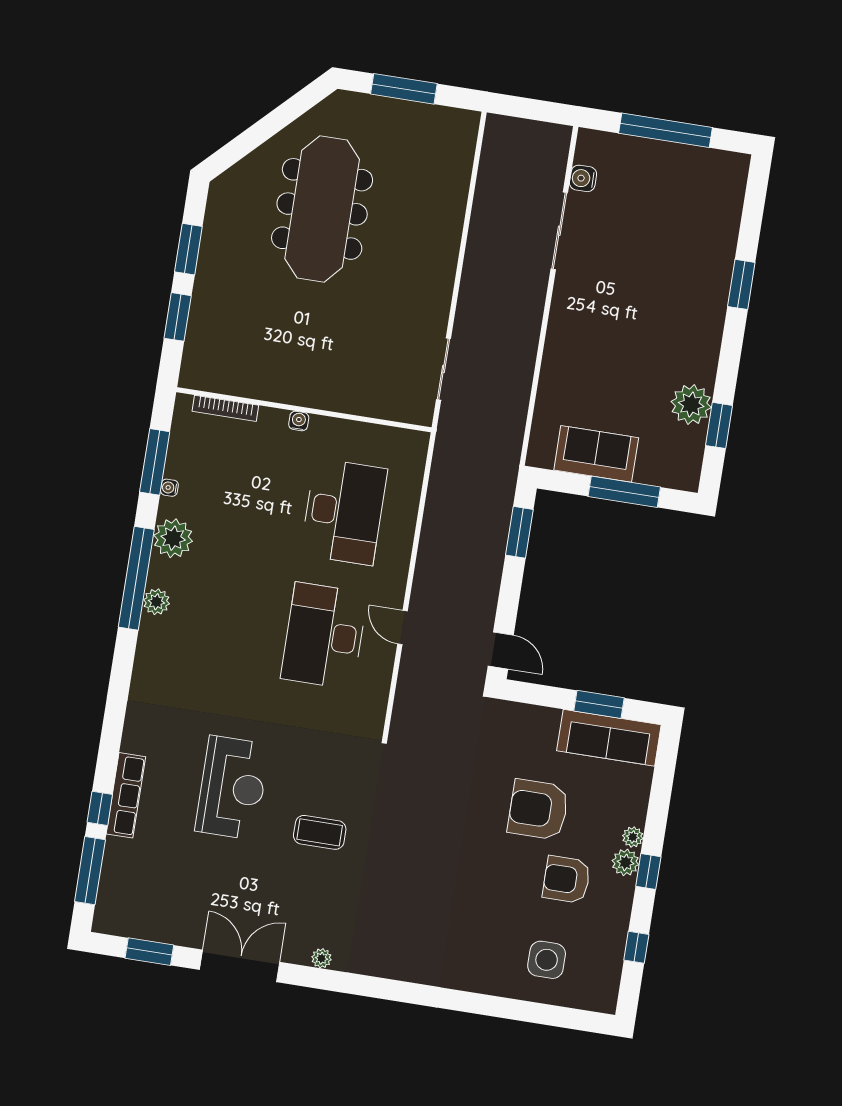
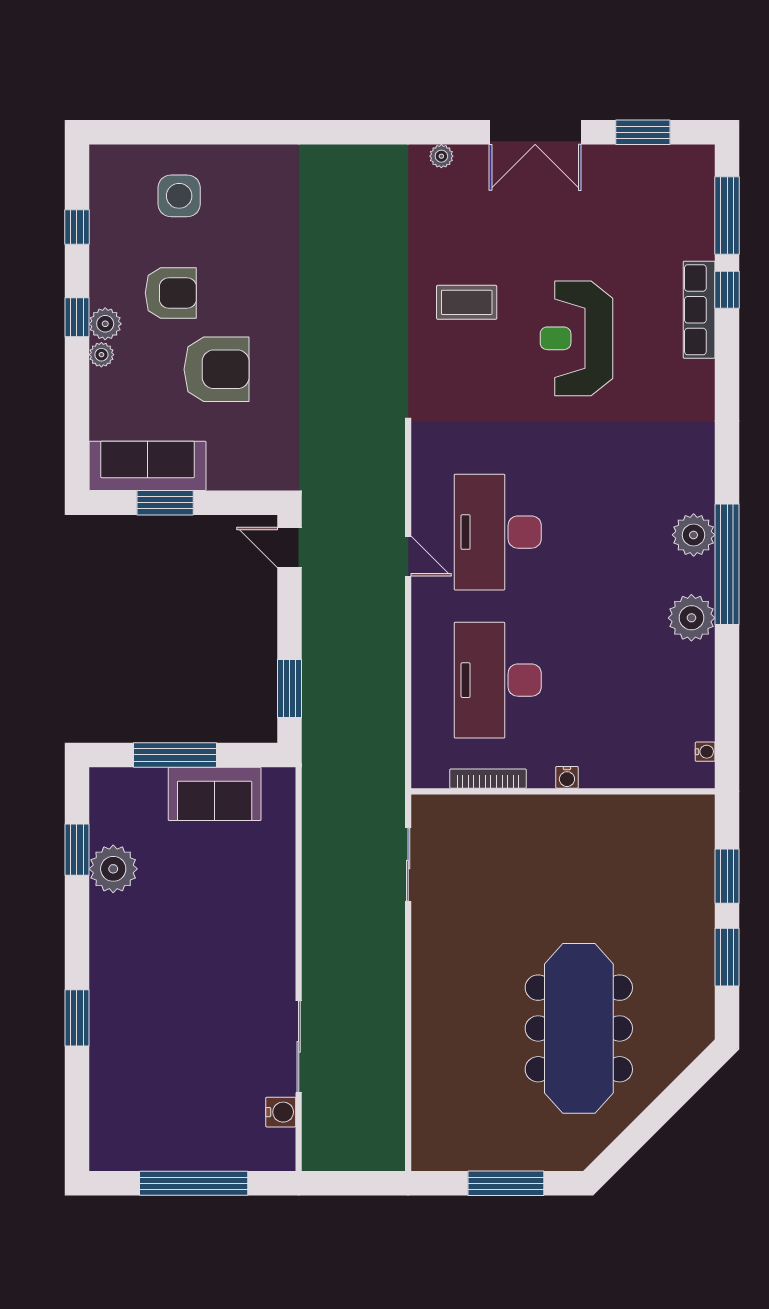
bookcase: (225, 408) -> (488, 779), moved
window: (155, 462) -> (727, 703), removed
water cooler: (169, 488) -> (705, 752), moved
plant: (156, 602) -> (694, 535), width x1.36, depth x1.36
desk: (324, 636) -> (498, 532), turned 180

